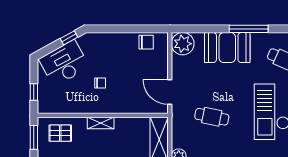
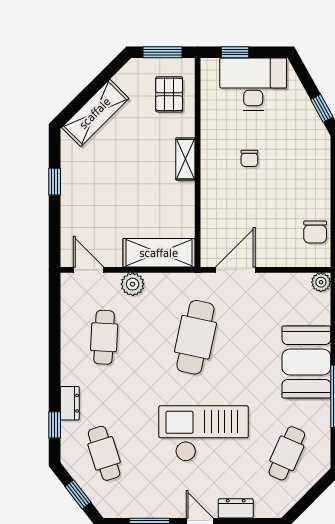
plant: (183, 44) -> (321, 282), width x0.53, depth x0.53
desk: (64, 63) -> (253, 84), moved, turned -61
cafe table: (212, 117) -> (195, 337), width x1.37, depth x1.35

